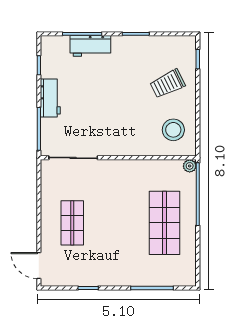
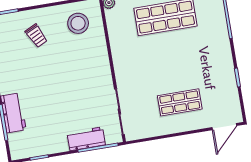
trolley: (168, 84) -> (36, 36), width x0.73, depth x0.72
workbench: (50, 98) -> (86, 139), moved

